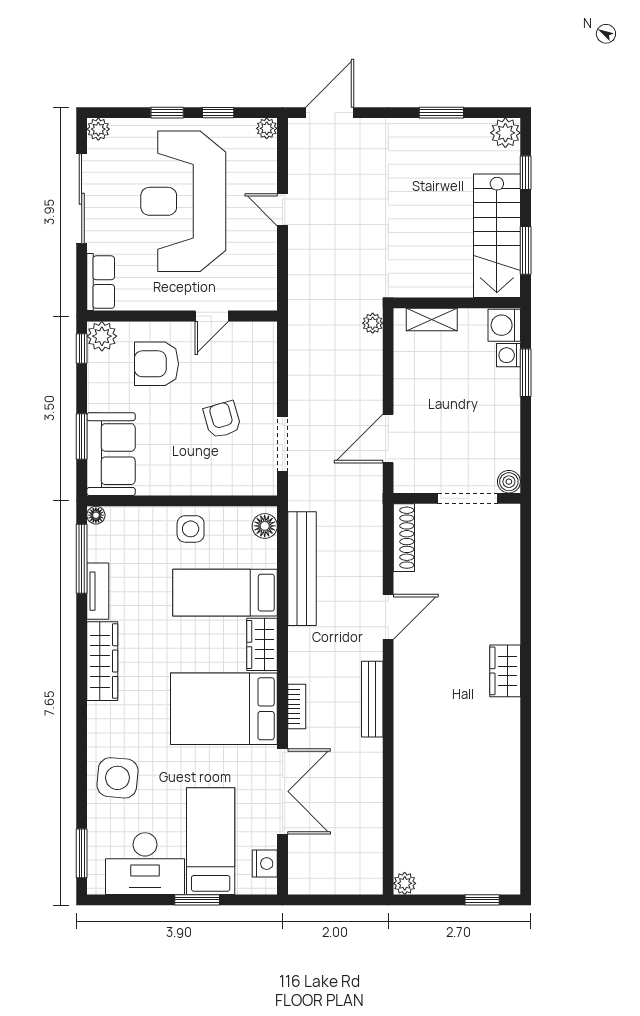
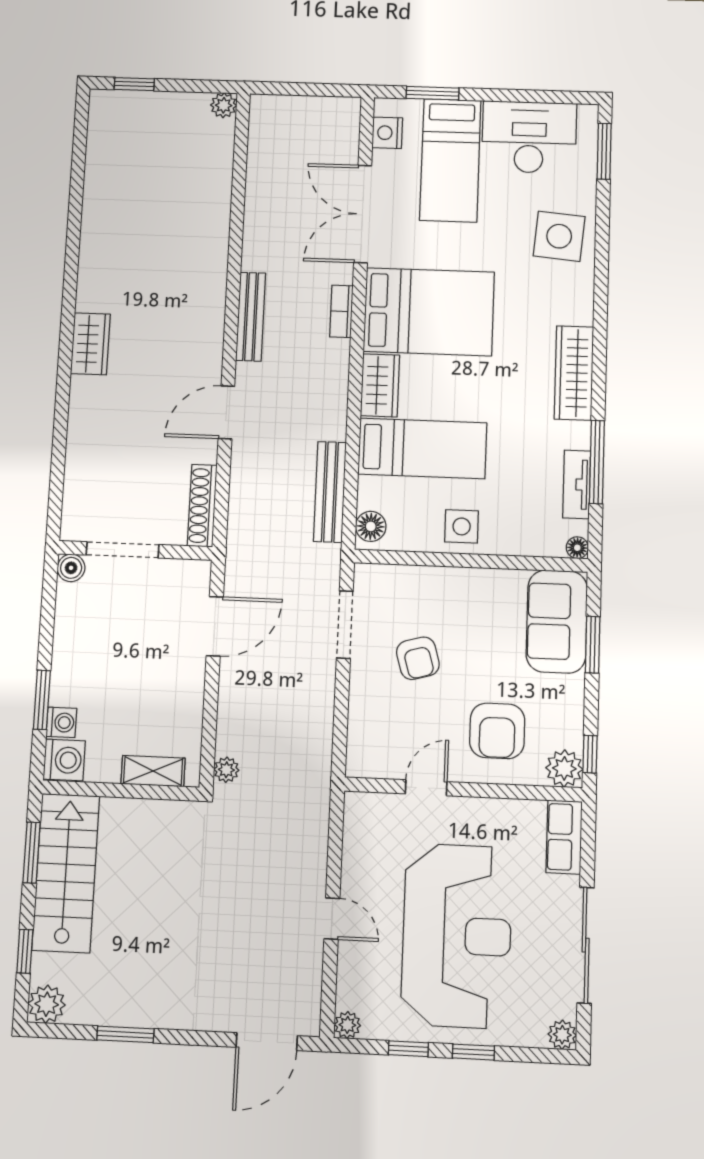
armchair: (156, 364) -> (497, 731), turned 90
window: (82, 559) -> (597, 462), moved
bench: (302, 569) -> (330, 492), width x0.73, depth x0.82
tv unit: (98, 591) -> (577, 484), moved
window: (197, 900) -> (433, 93), moved

